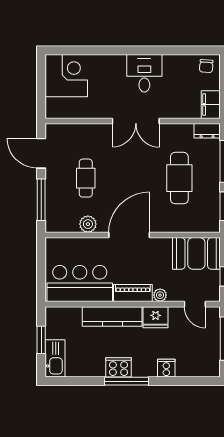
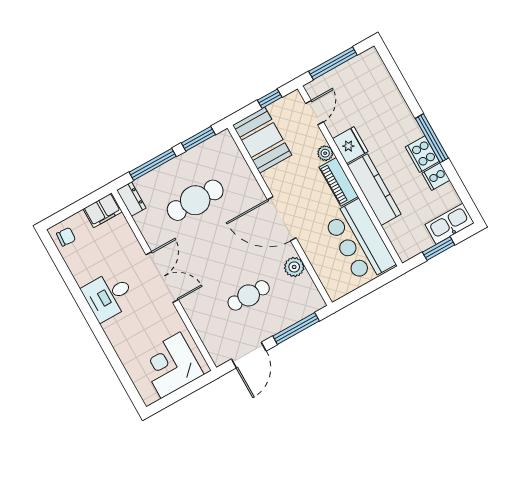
corner desk: (66, 76) -> (171, 365), moved
cooker: (166, 368) -> (436, 177), moved

